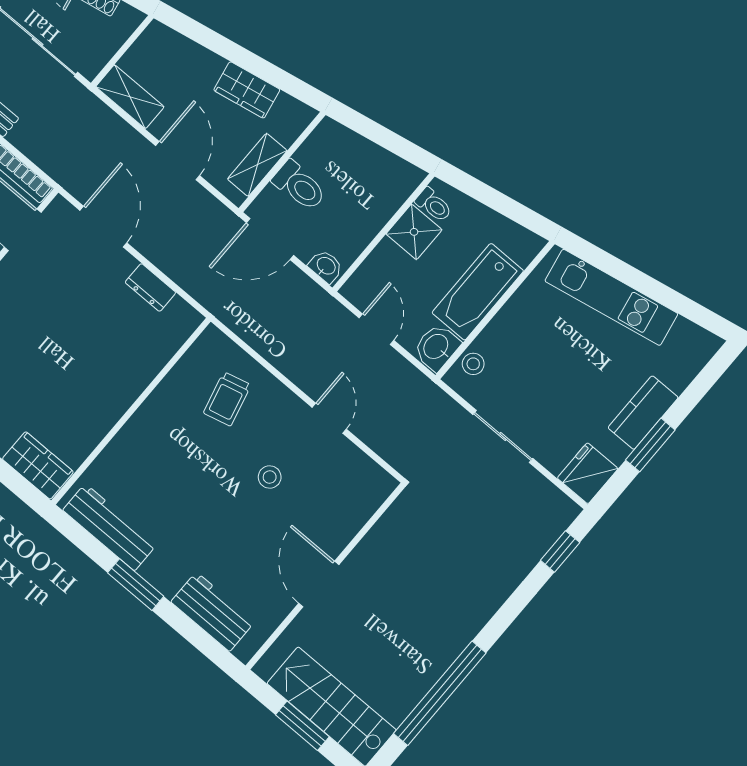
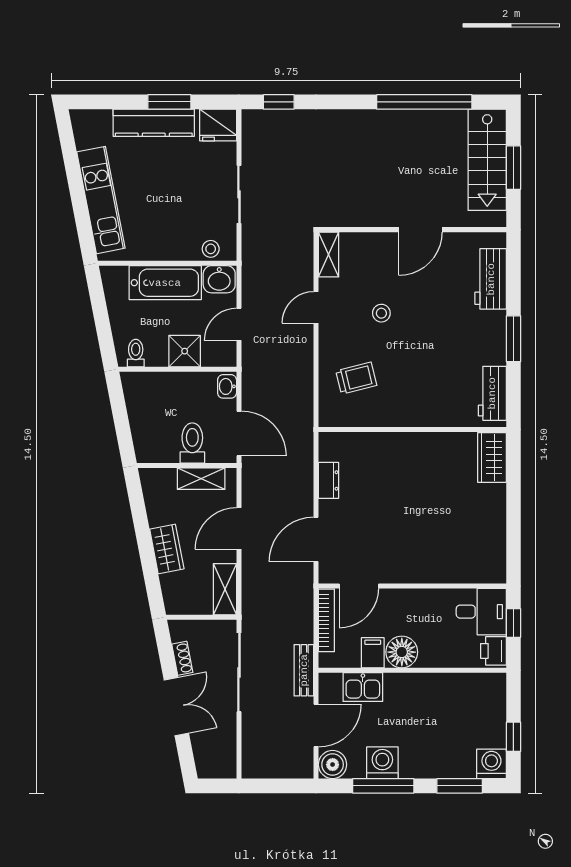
wardrobe: (247, 90) -> (167, 549), moved
shower: (414, 232) -> (185, 351), moved
kitchen counter: (643, 413) -> (154, 123), width x1.50
shelving: (370, 474) -> (329, 254), added
workbench: (110, 527) -> (492, 393), width x0.73

